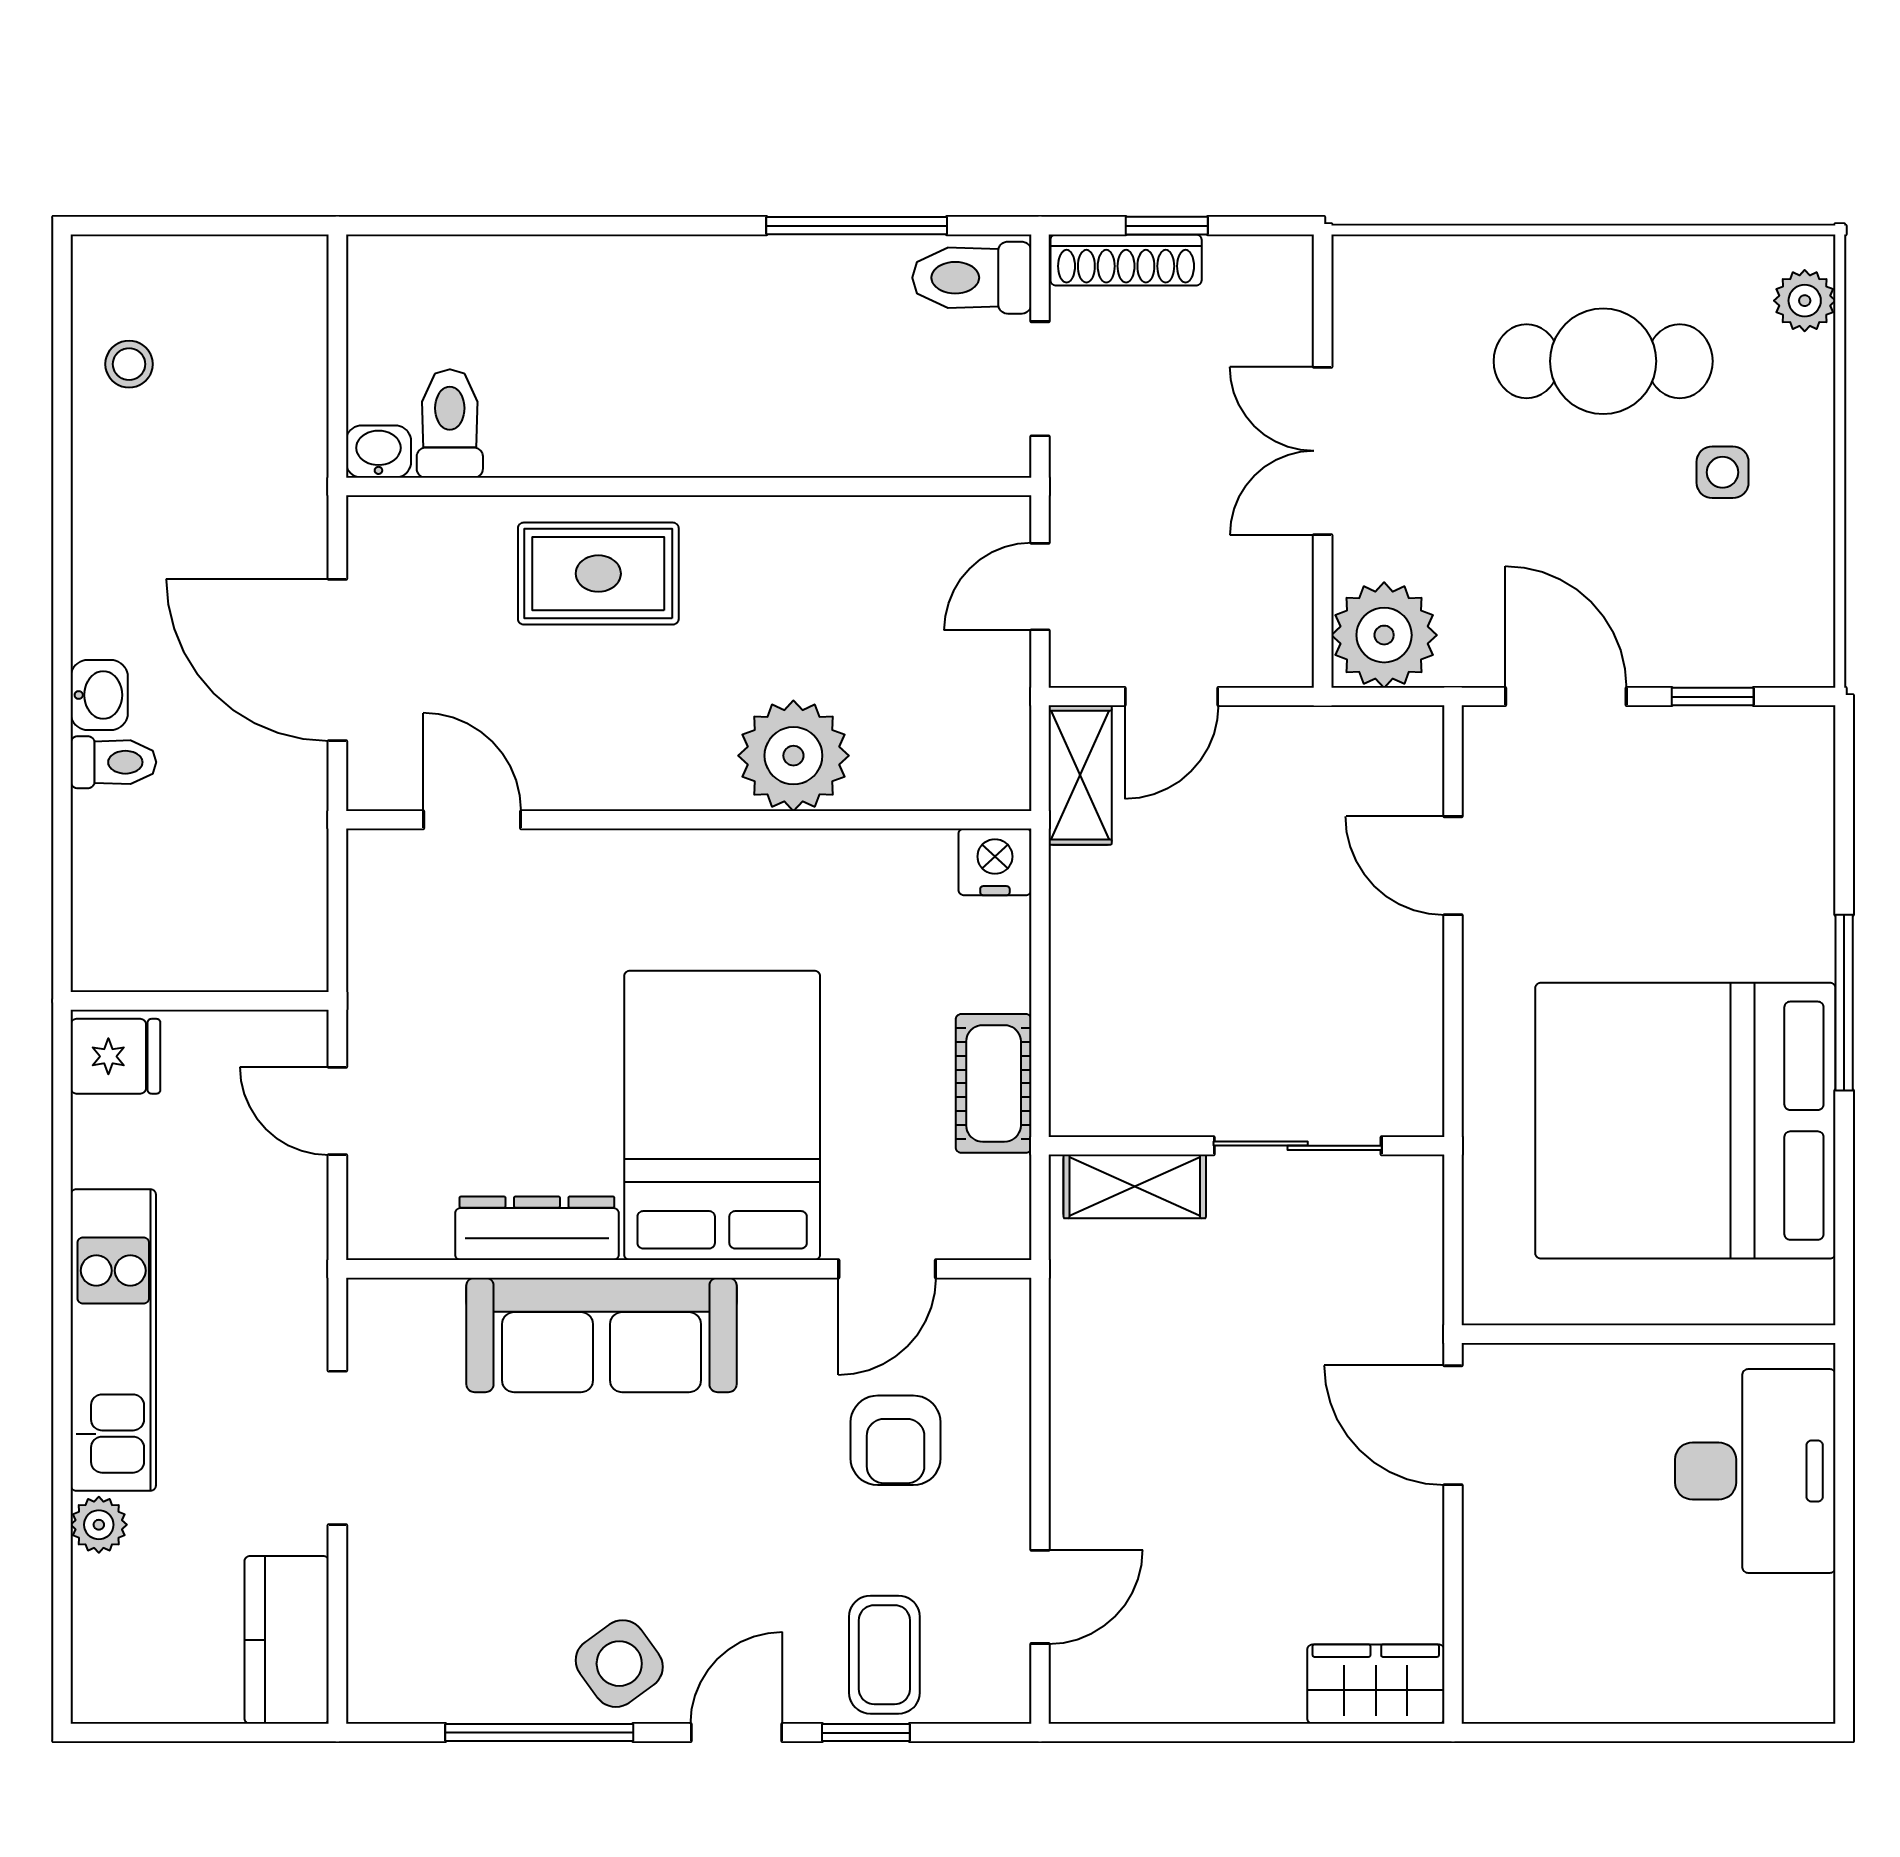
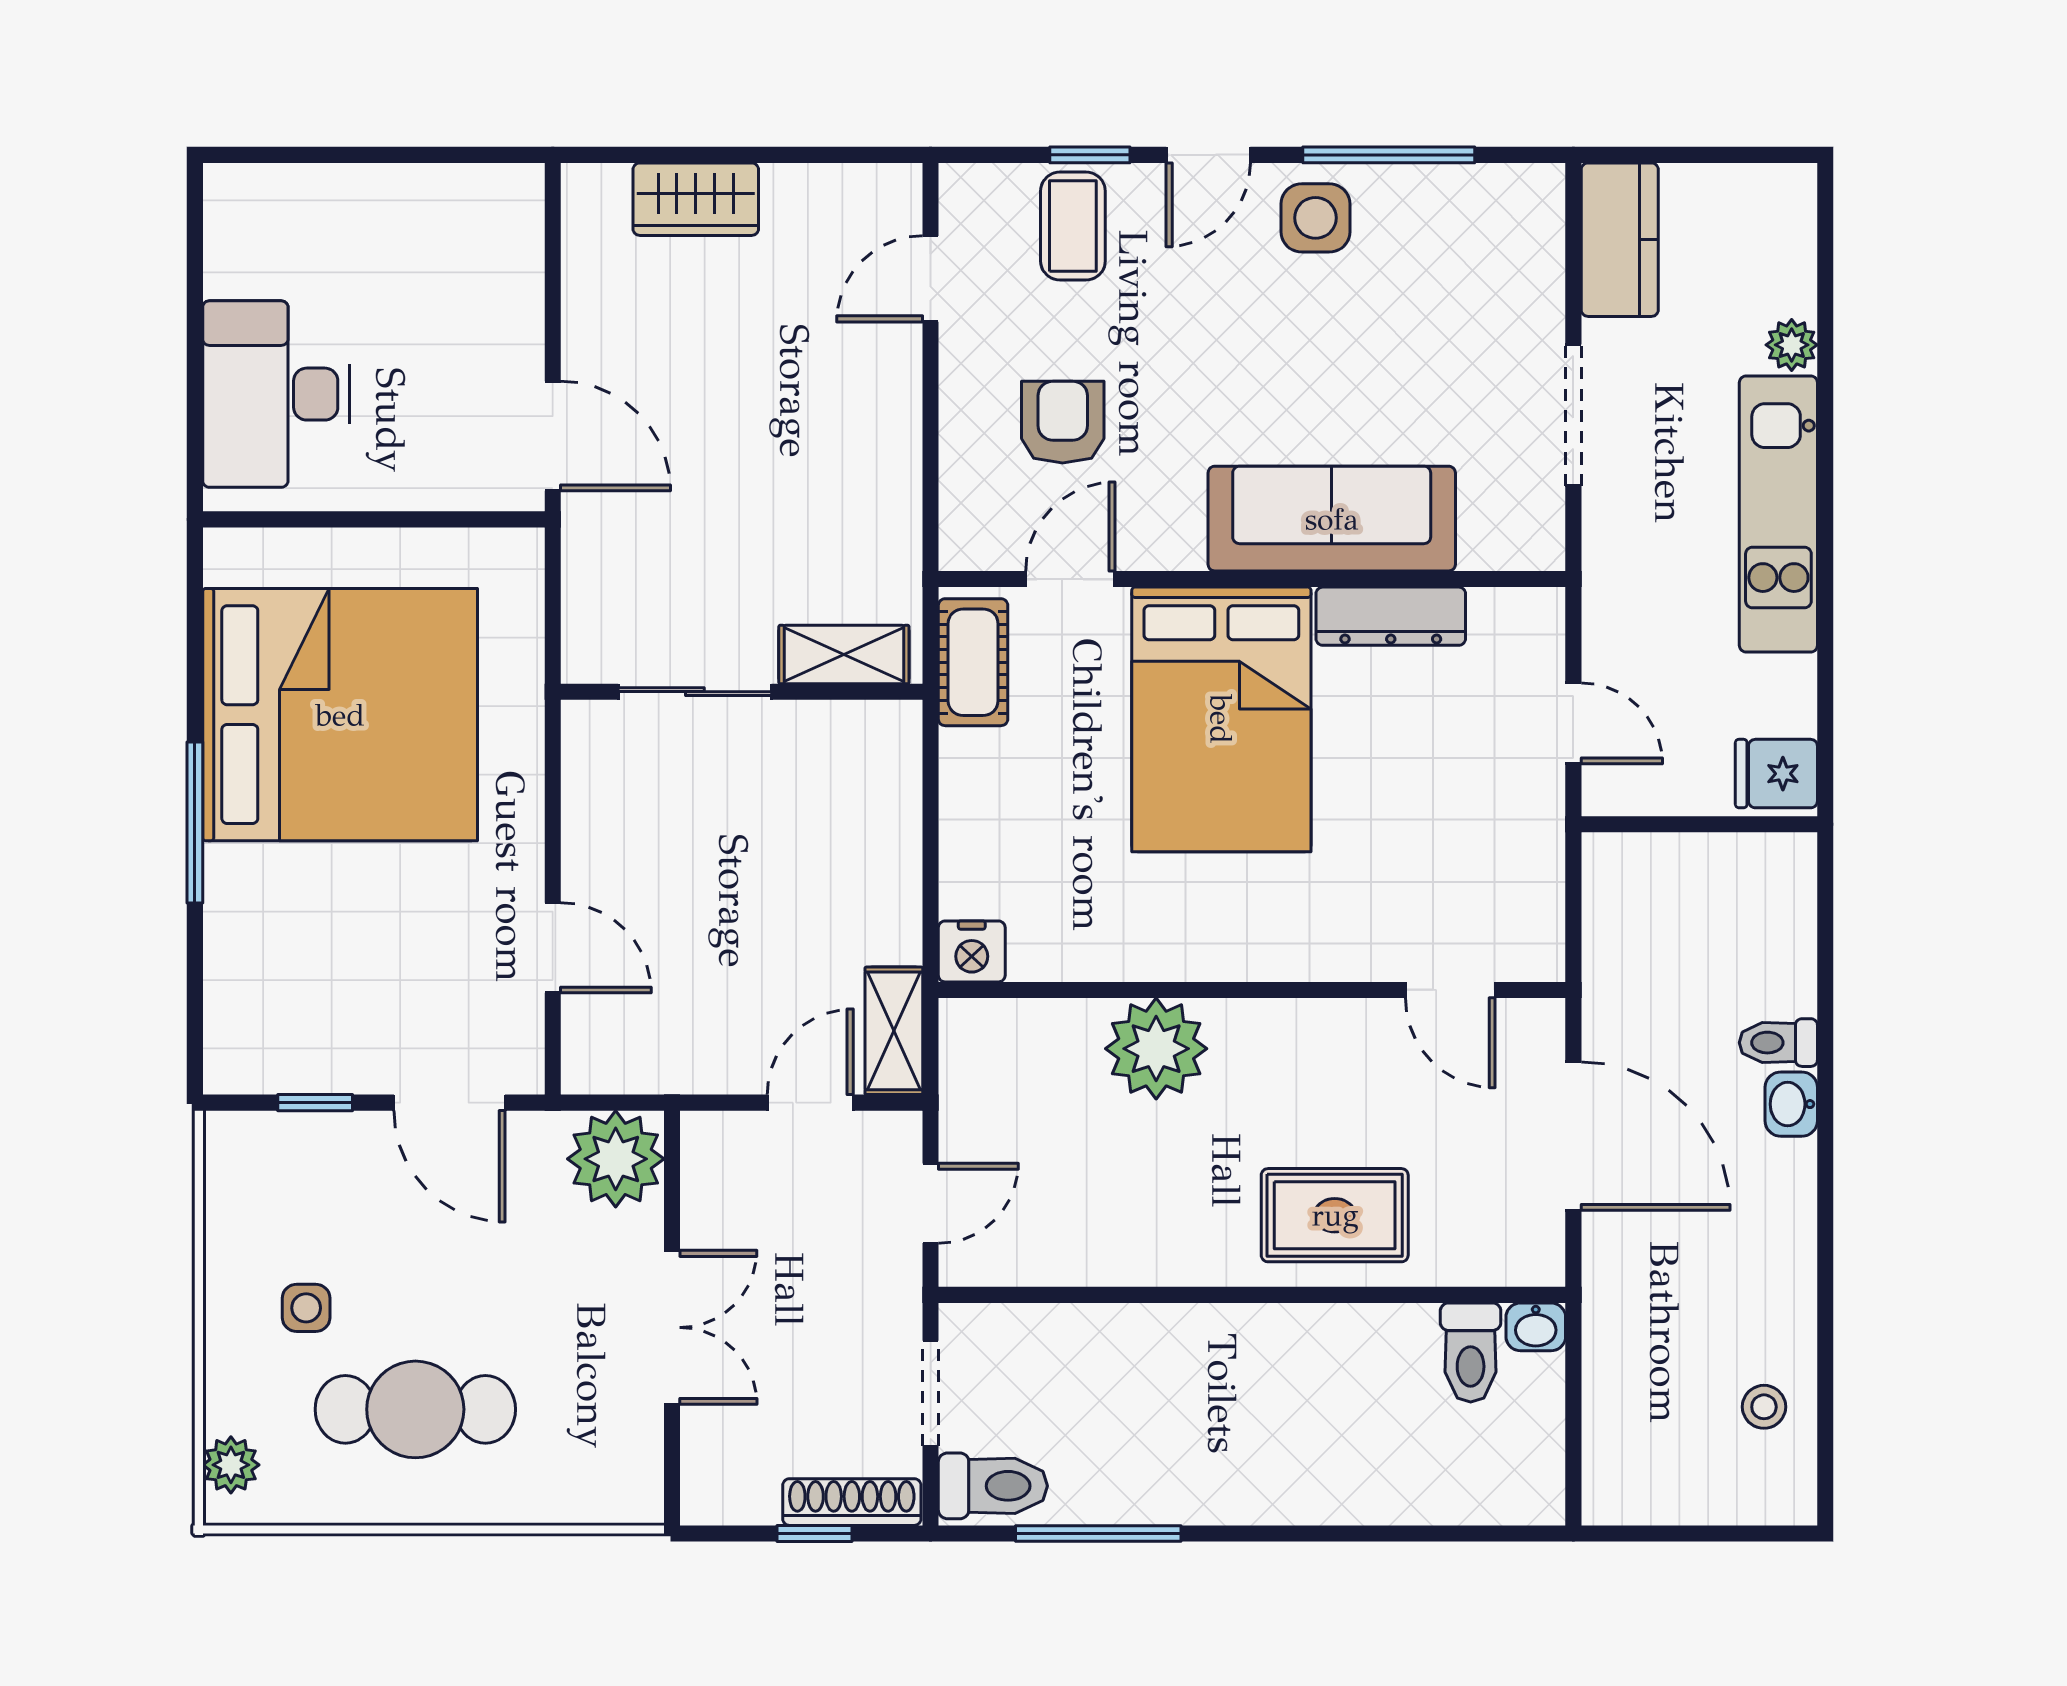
cot: (994, 1083) -> (973, 662), moved
side table: (619, 1664) -> (1316, 218), turned 36
wardrobe: (1376, 1684) -> (696, 199), moved

